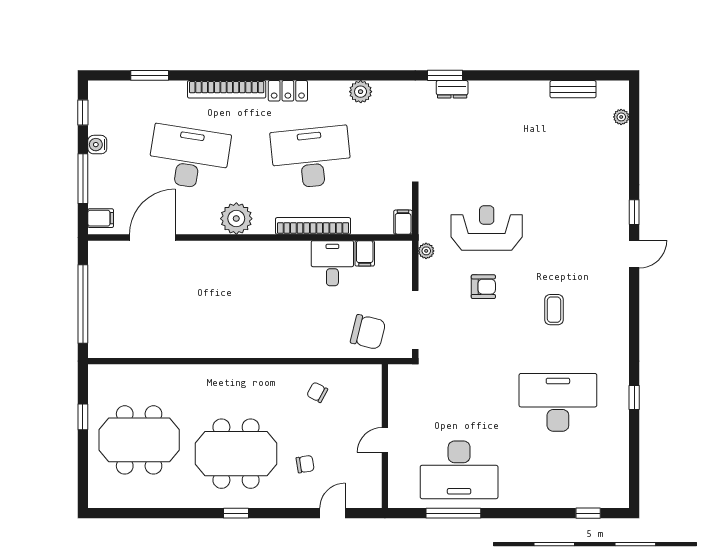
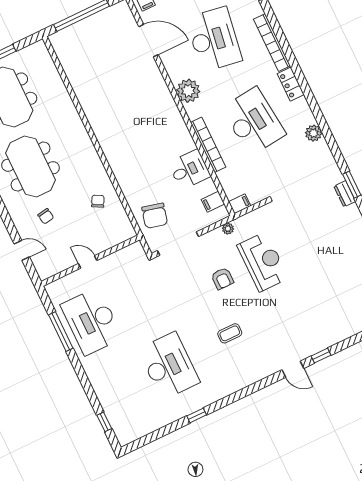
filing cabinet: (365, 253) -> (213, 202), moved

